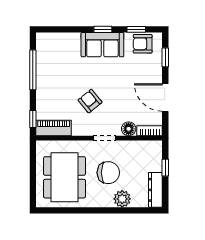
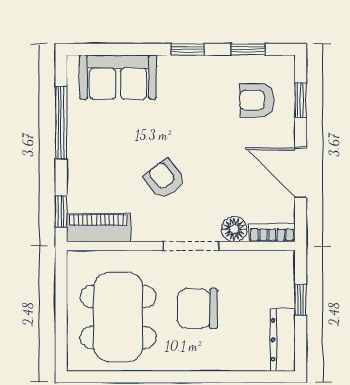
armchair: (143, 44) -> (257, 100), moved
sofa: (102, 45) -> (118, 77), moved
doorway: (105, 138) -> (191, 246), width x1.38
chair: (108, 173) -> (197, 309), turned 180
plant: (122, 199) -> (223, 356), removed

